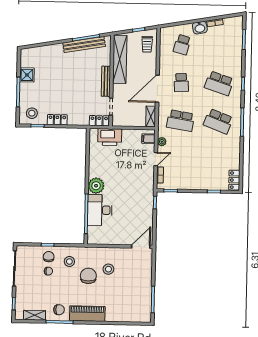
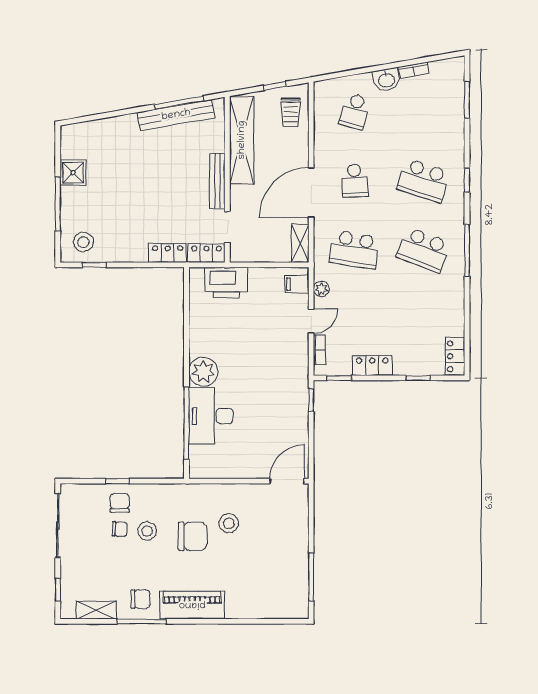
locker: (57, 120) -> (168, 253), moved
locker: (189, 184) -> (372, 366), added
stool: (69, 261) -> (147, 531), moved
chair: (88, 276) -> (193, 536), turned 90

